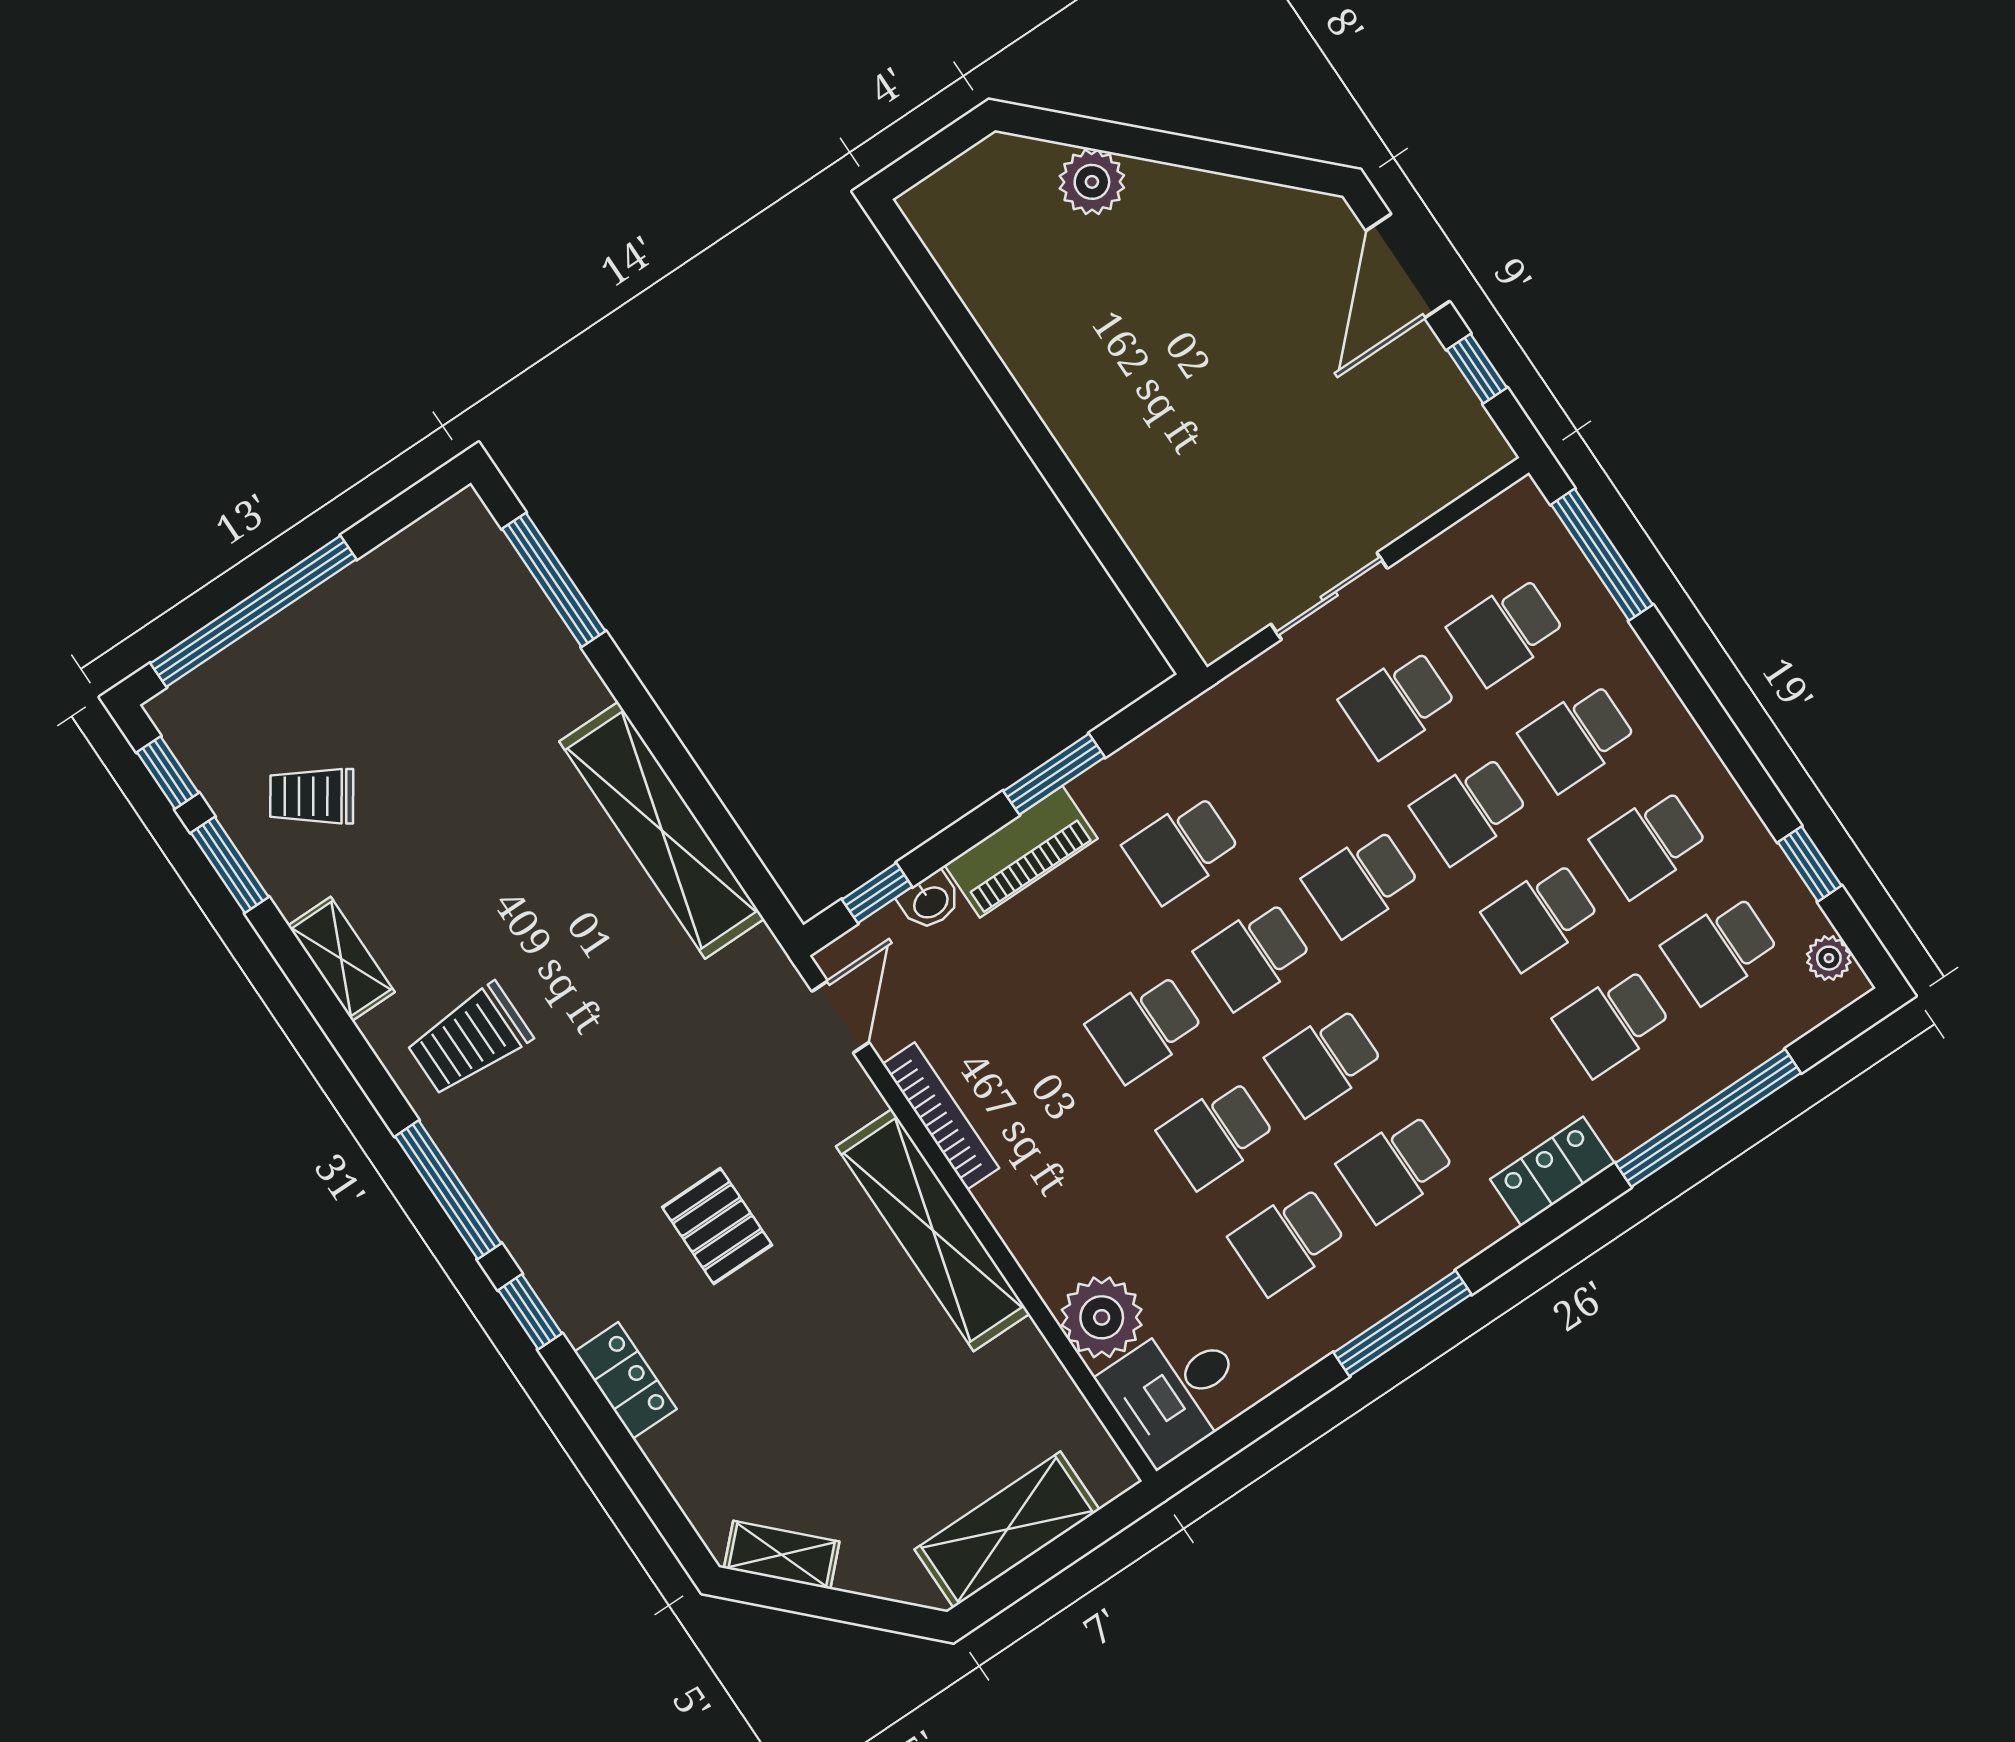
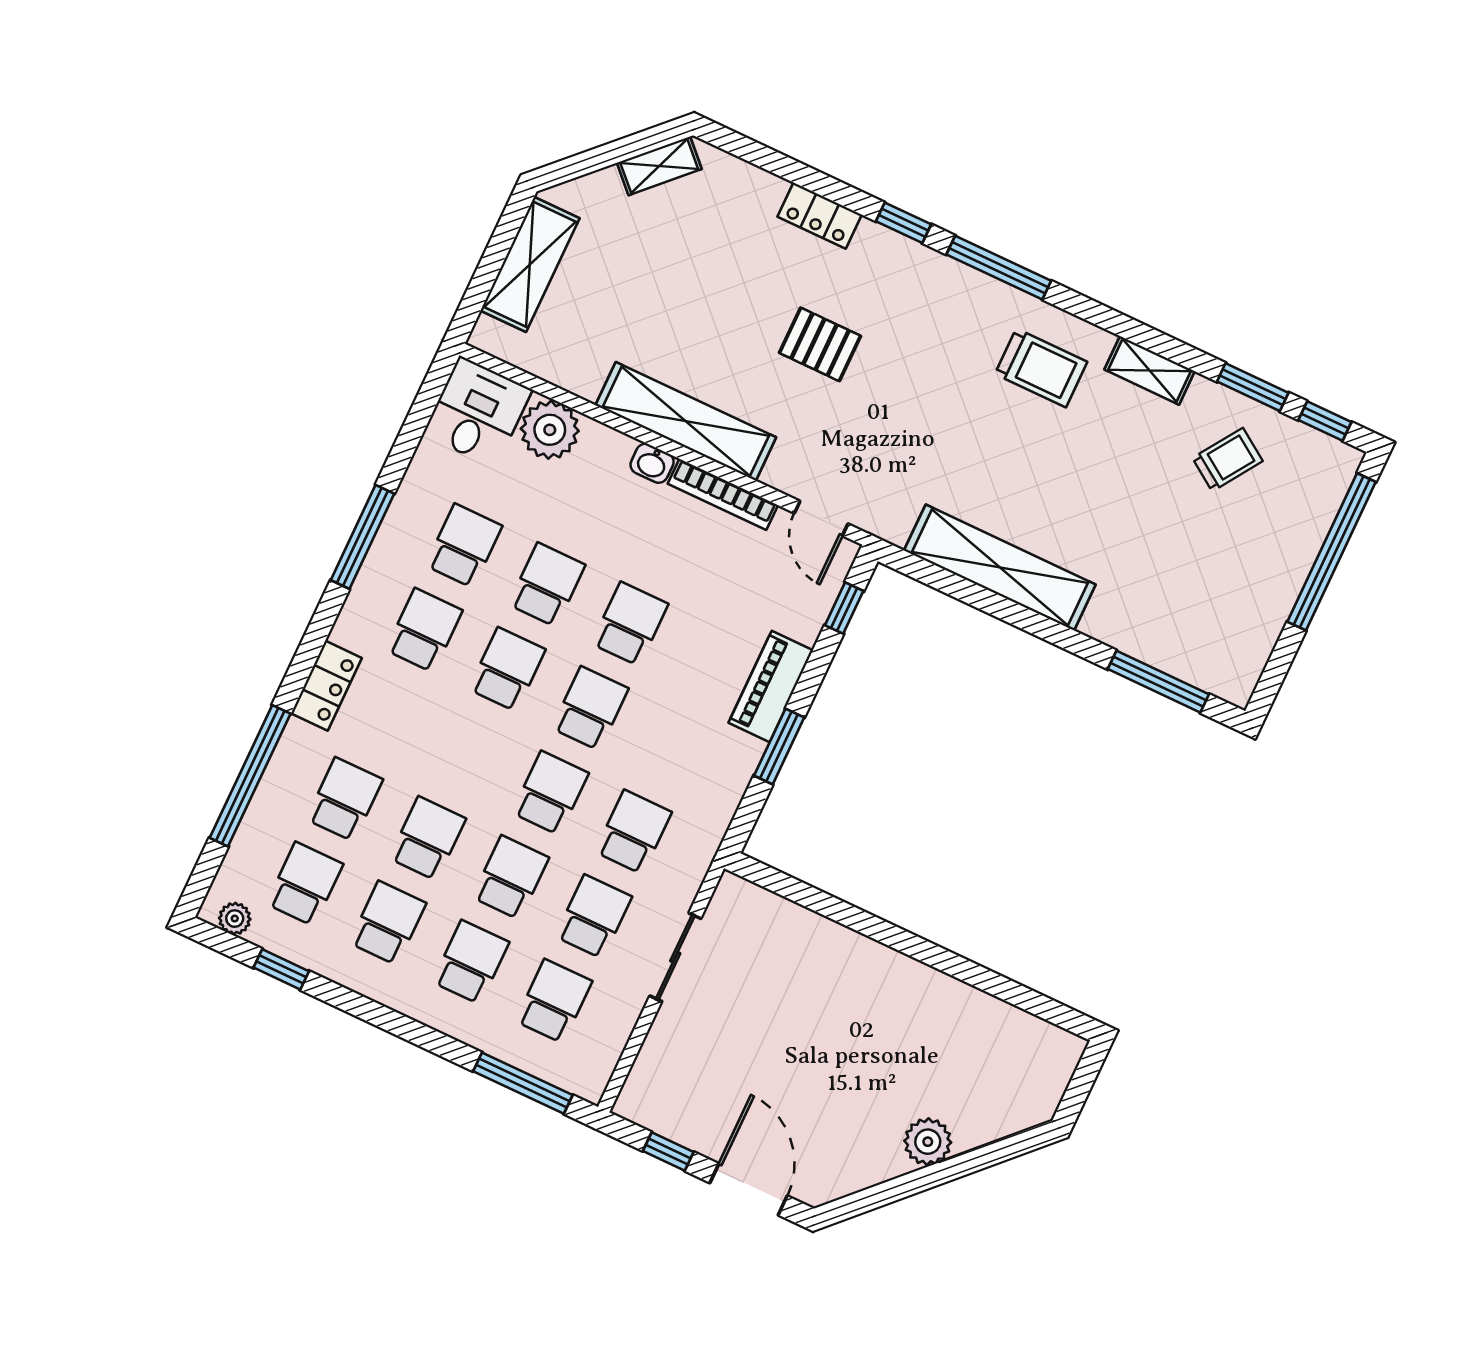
plant: (1092, 182) -> (928, 1142), moved
school desk: (1182, 849) -> (633, 832), moved
washbasin: (930, 901) -> (652, 463), moved, turned -90
trolley: (469, 1040) -> (1041, 368), turned 90

